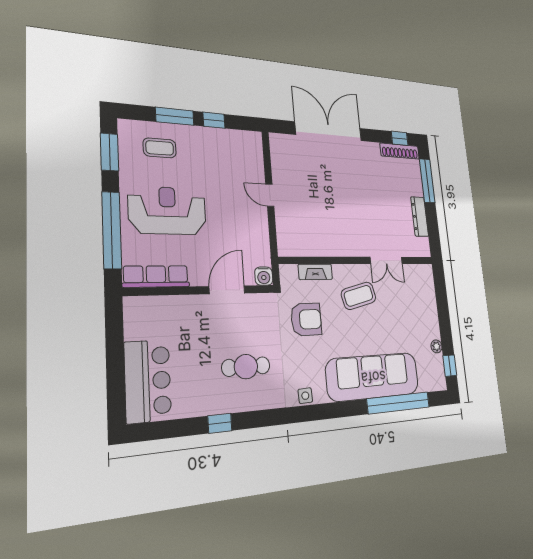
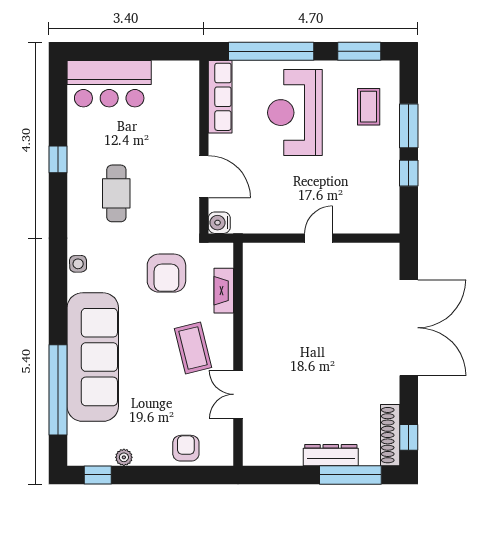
reception desk: (168, 211) -> (295, 113), turned 180
dresser: (420, 217) -> (331, 455), moved
armchair: (425, 299) -> (186, 448), added

